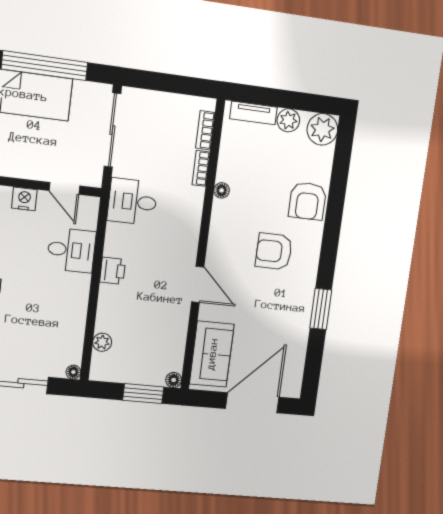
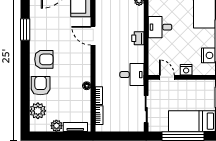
plant: (322, 129) -> (38, 111), moved
sliding door: (112, 130) -> (146, 109), width x0.73
desk: (71, 250) -> (160, 27), moved
armchair: (274, 251) -> (44, 59), moved

